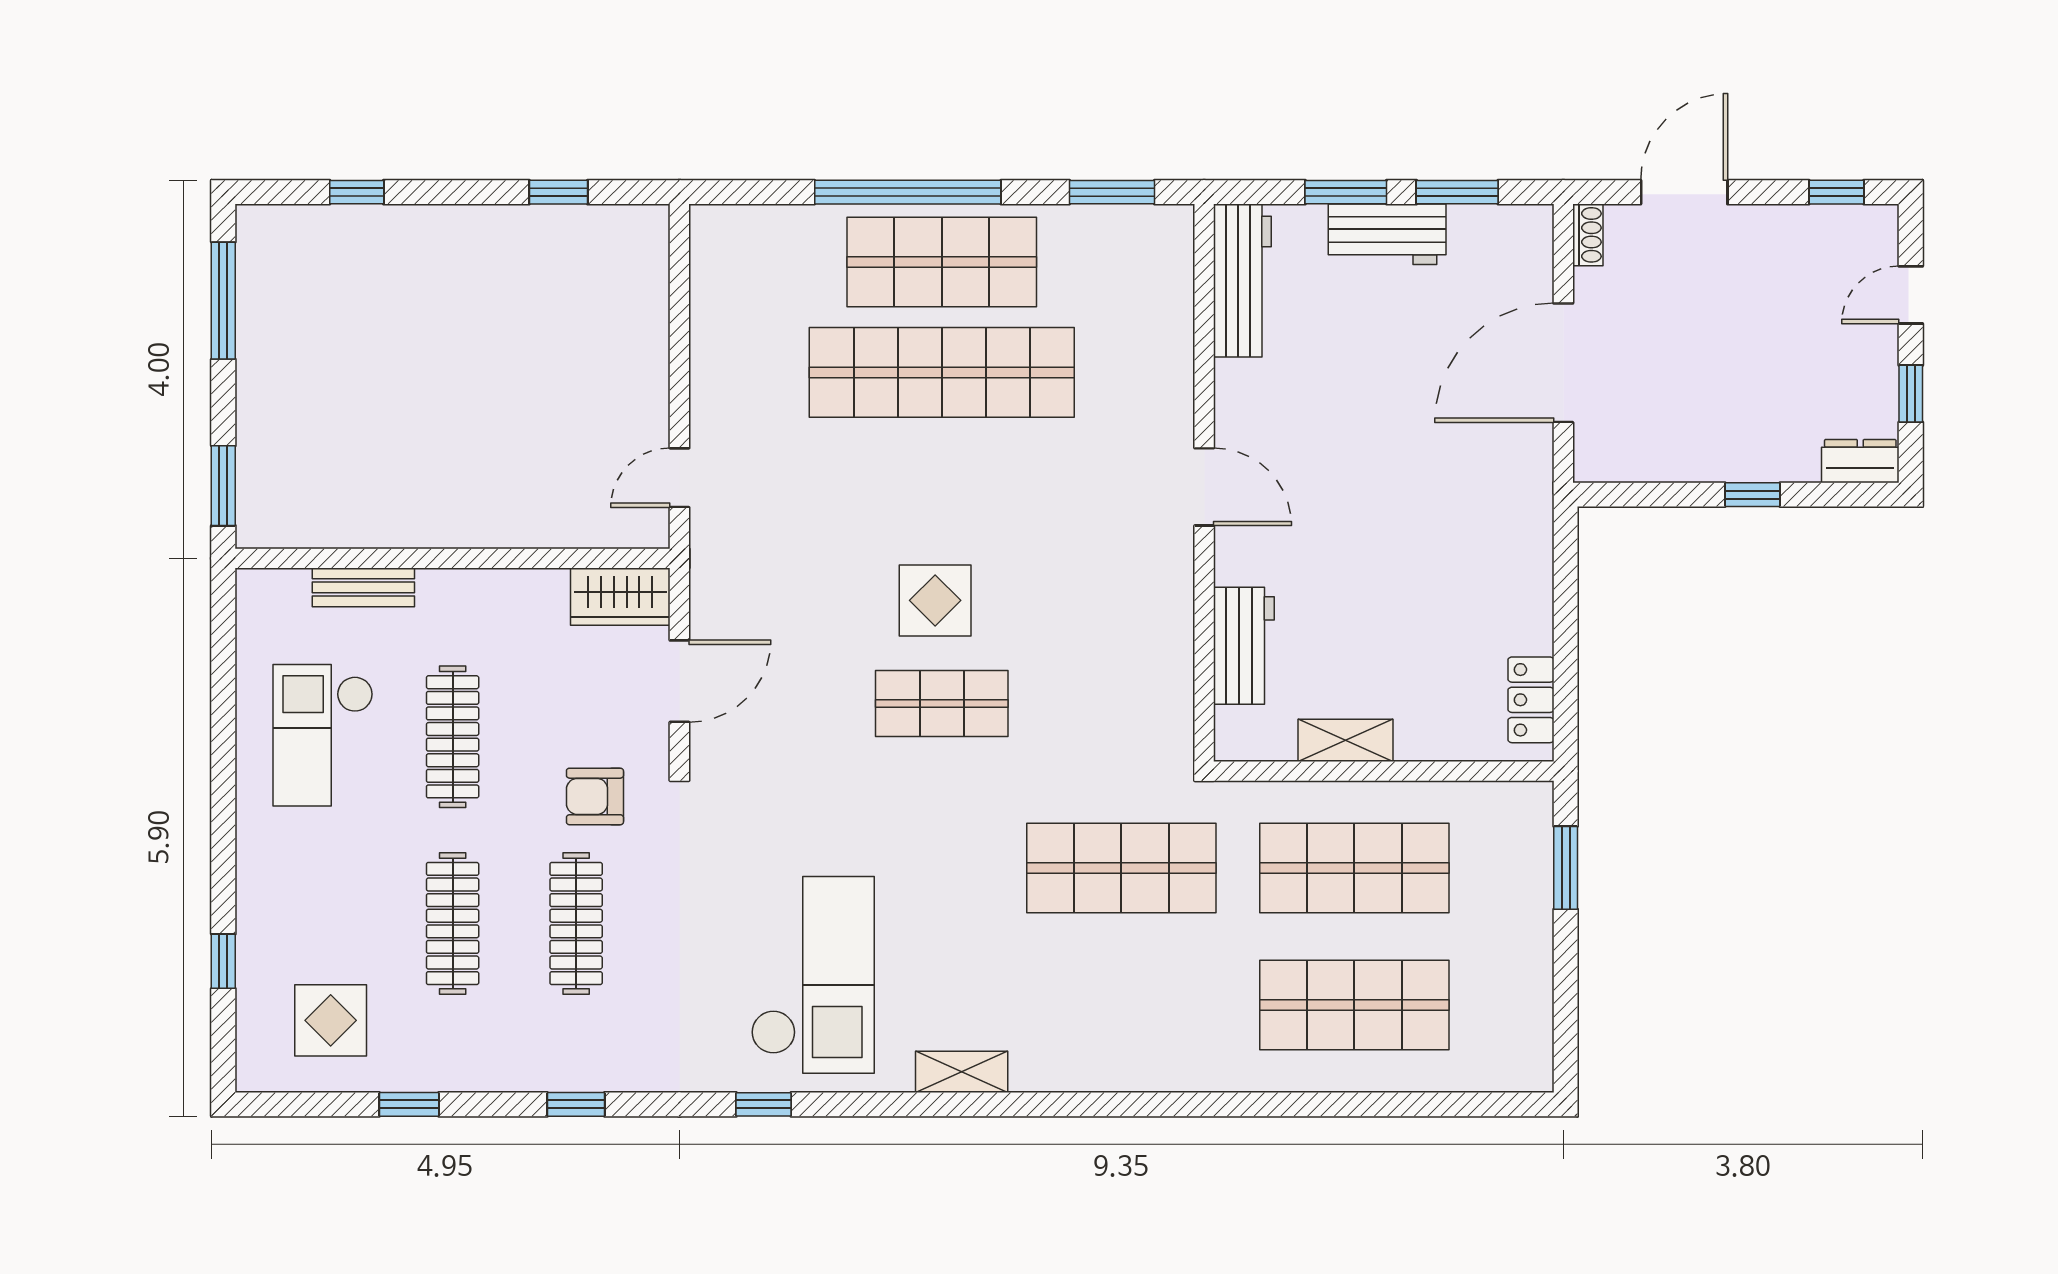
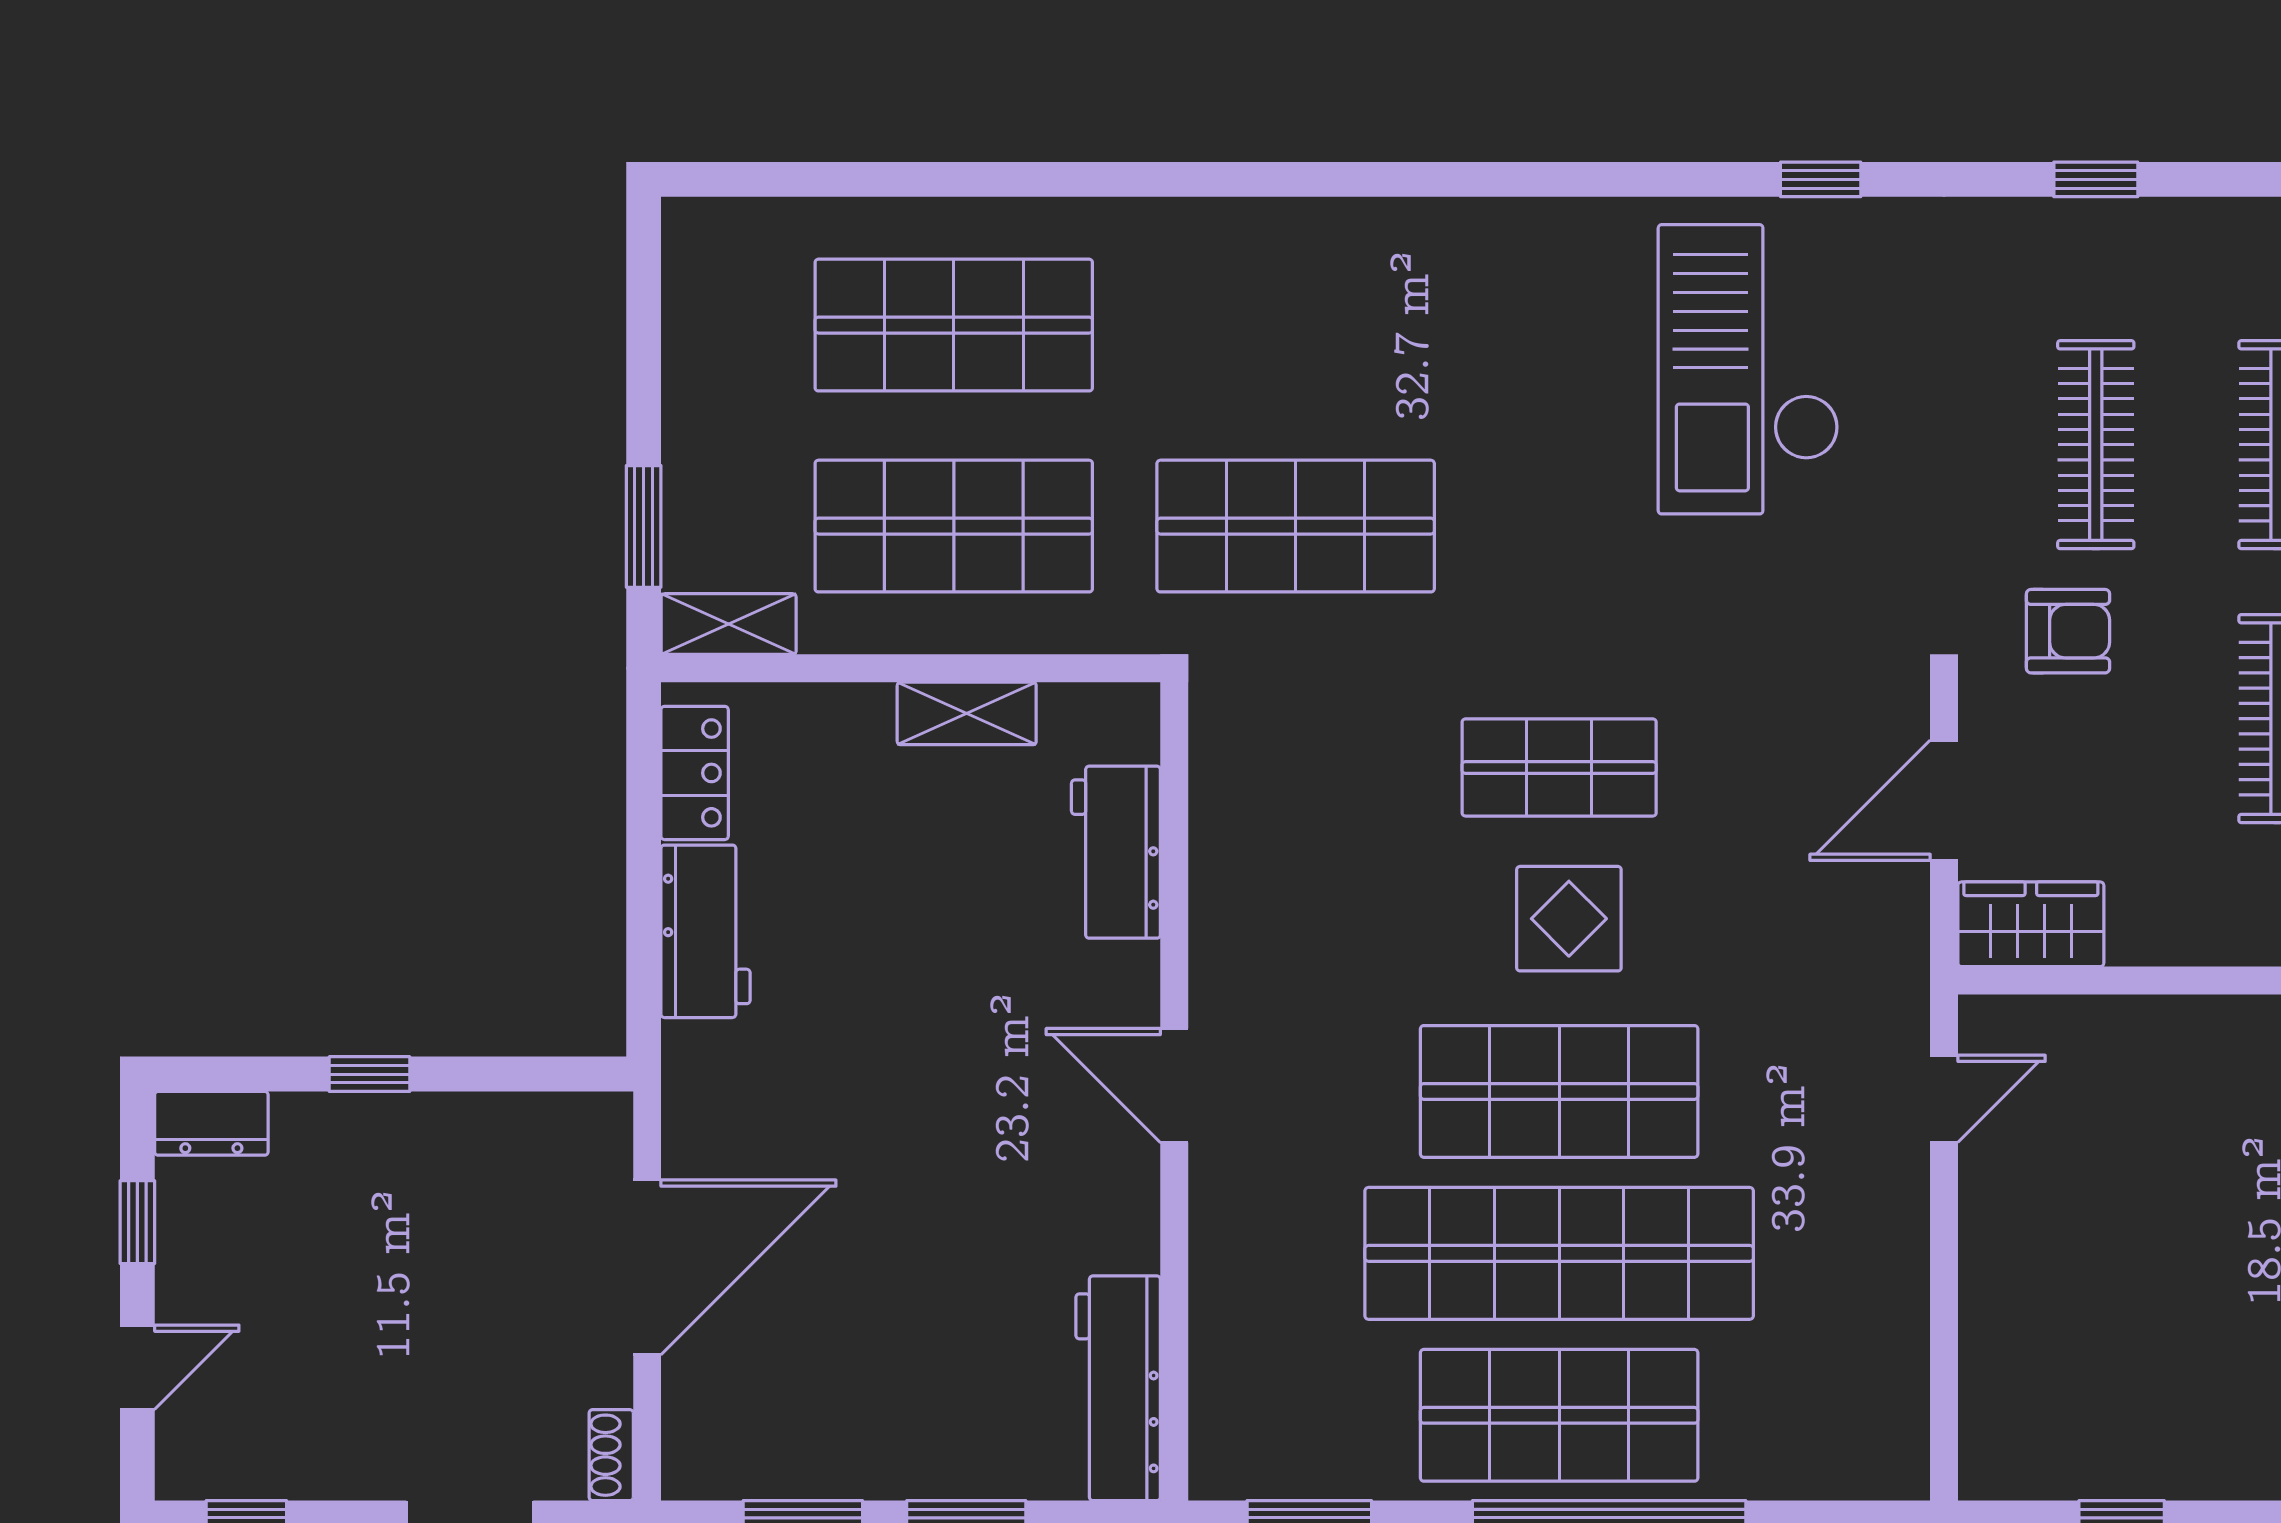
workbench: (1387, 234) -> (706, 931), moved, turned 90
shop shelf: (942, 483) -> (1559, 1091), added
shelving: (962, 1072) -> (729, 624), moved

